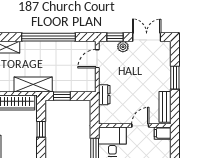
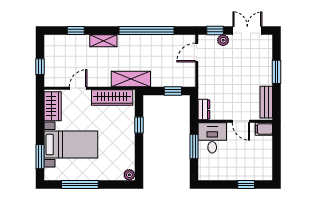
dresser: (104, 95) -> (204, 109), moved
window: (62, 96) -> (173, 91), moved
door: (140, 126) -> (241, 121), swing flipped

